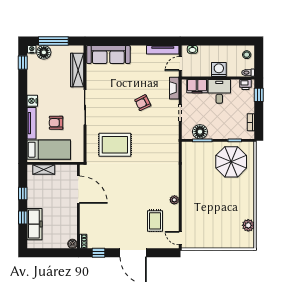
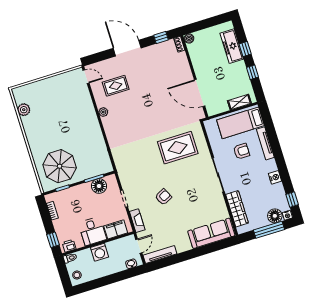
nightstand: (32, 101) -> (275, 177), moved
rug: (155, 221) -> (116, 86), turned 90

